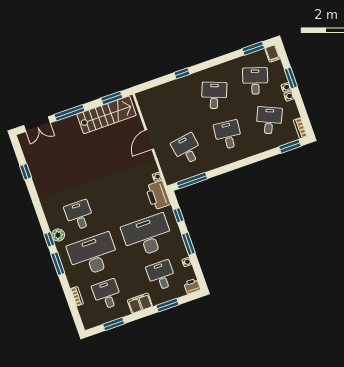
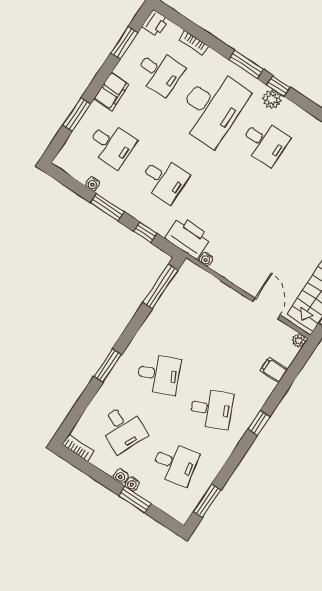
filing cabinet: (272, 53) -> (274, 370), moved
window: (182, 73) -> (259, 423), moved
desk: (255, 81) -> (175, 464), turned -30
desk: (214, 95) -> (211, 409), turned -45
plant: (140, 97) -> (299, 340), added
desk: (228, 135) -> (159, 374), turned -30
door: (149, 140) -> (266, 308), moved
window: (290, 146) -> (108, 366), moved
desk: (187, 149) -> (195, 319), removed
desk: (147, 236) -> (164, 179), width x0.53, depth x0.77
printer: (192, 286) -> (155, 23), moved

